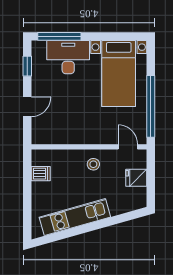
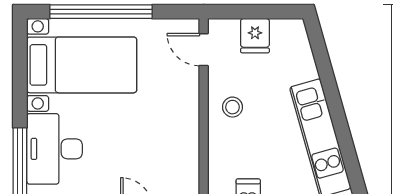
window: (151, 106) -> (101, 12), moved
door: (128, 147) -> (204, 50), hinge flipped

